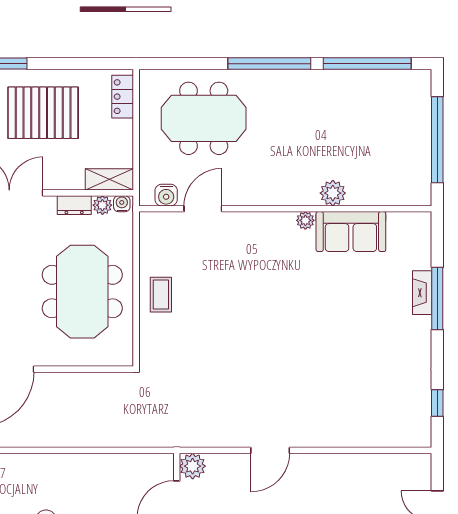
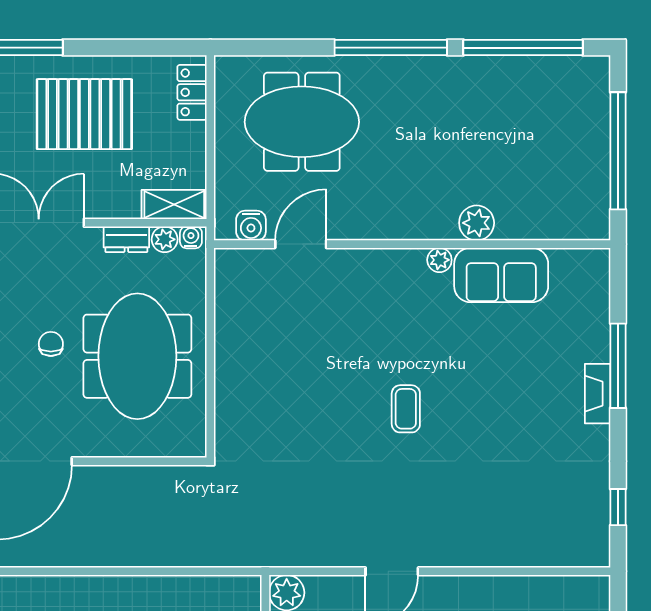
chair: (18, 282) -> (51, 344), added
fireplace: (422, 293) -> (598, 394), moved
coffee table: (161, 295) -> (406, 409), moved

